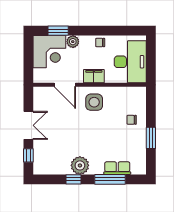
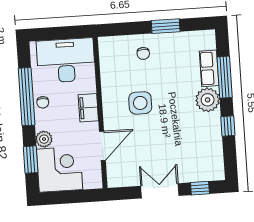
window: (105, 31) -> (27, 97), added
side table: (94, 102) -> (140, 103), moved
plant: (80, 165) -> (208, 100), moved

